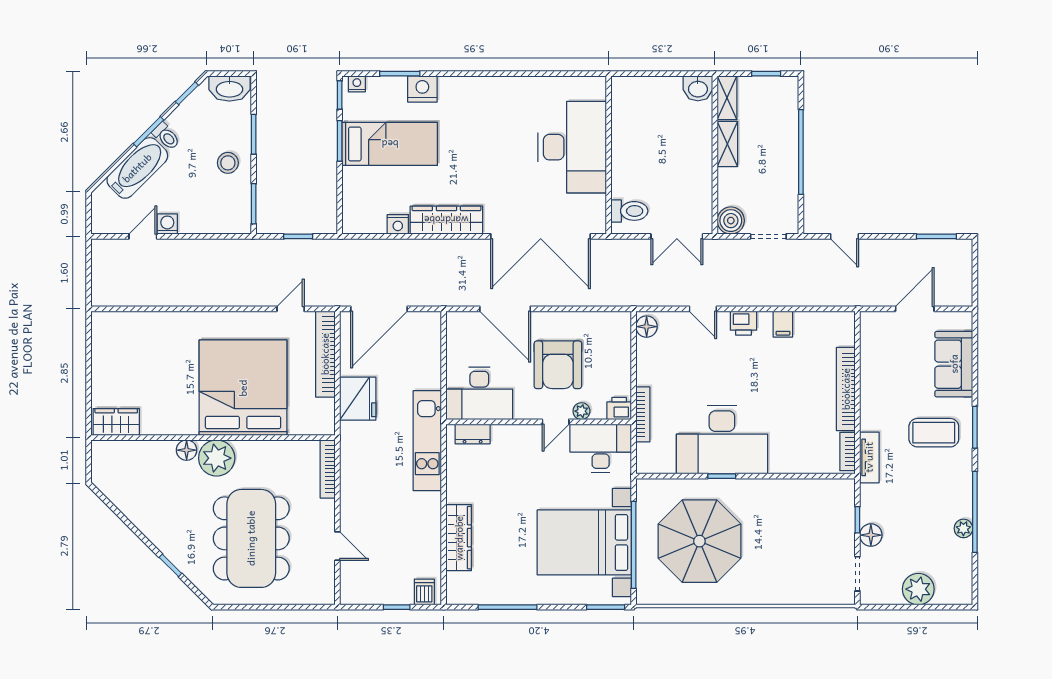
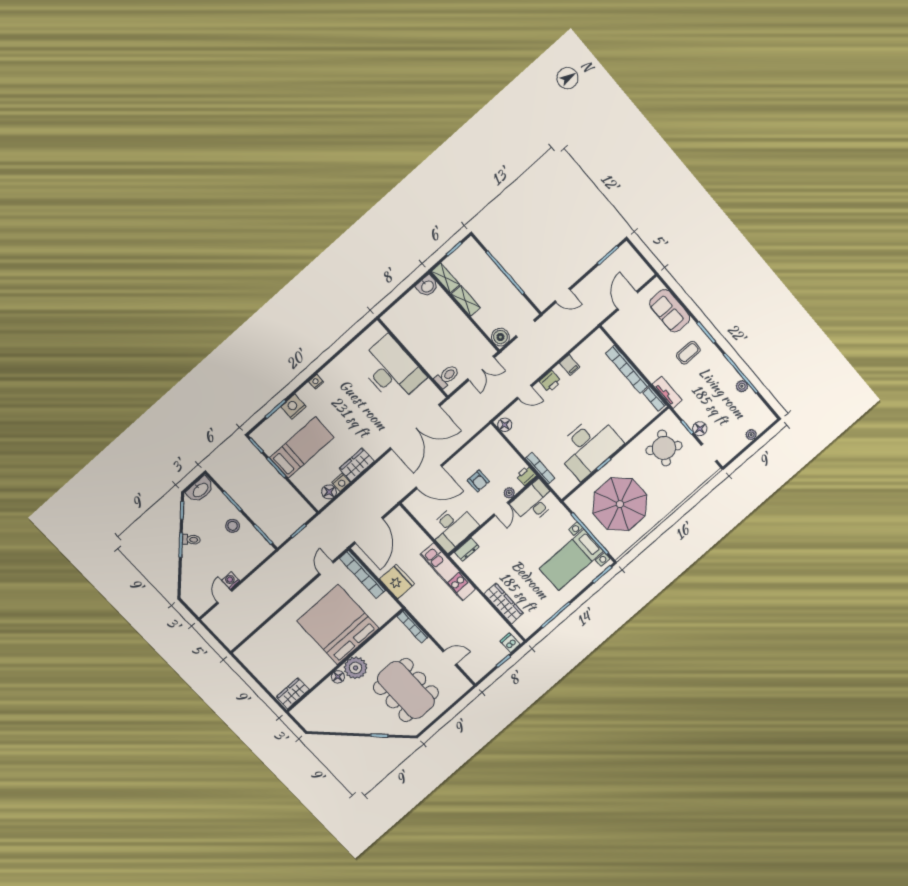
nightstand: (357, 84) -> (316, 382), moved
bathtub: (137, 168) -> (192, 567), removed
wardrobe: (446, 220) -> (357, 465), width x0.67
floor lamp: (374, 223) -> (329, 492), added
armchair: (558, 365) -> (478, 481), width x0.53, depth x0.53
coffee table: (934, 433) -> (688, 353), width x0.73, depth x0.77
round table: (809, 521) -> (664, 448), added
bed with nightstands: (584, 542) -> (571, 560), width x0.73
plant: (918, 589) -> (751, 435), width x0.53, depth x0.53

